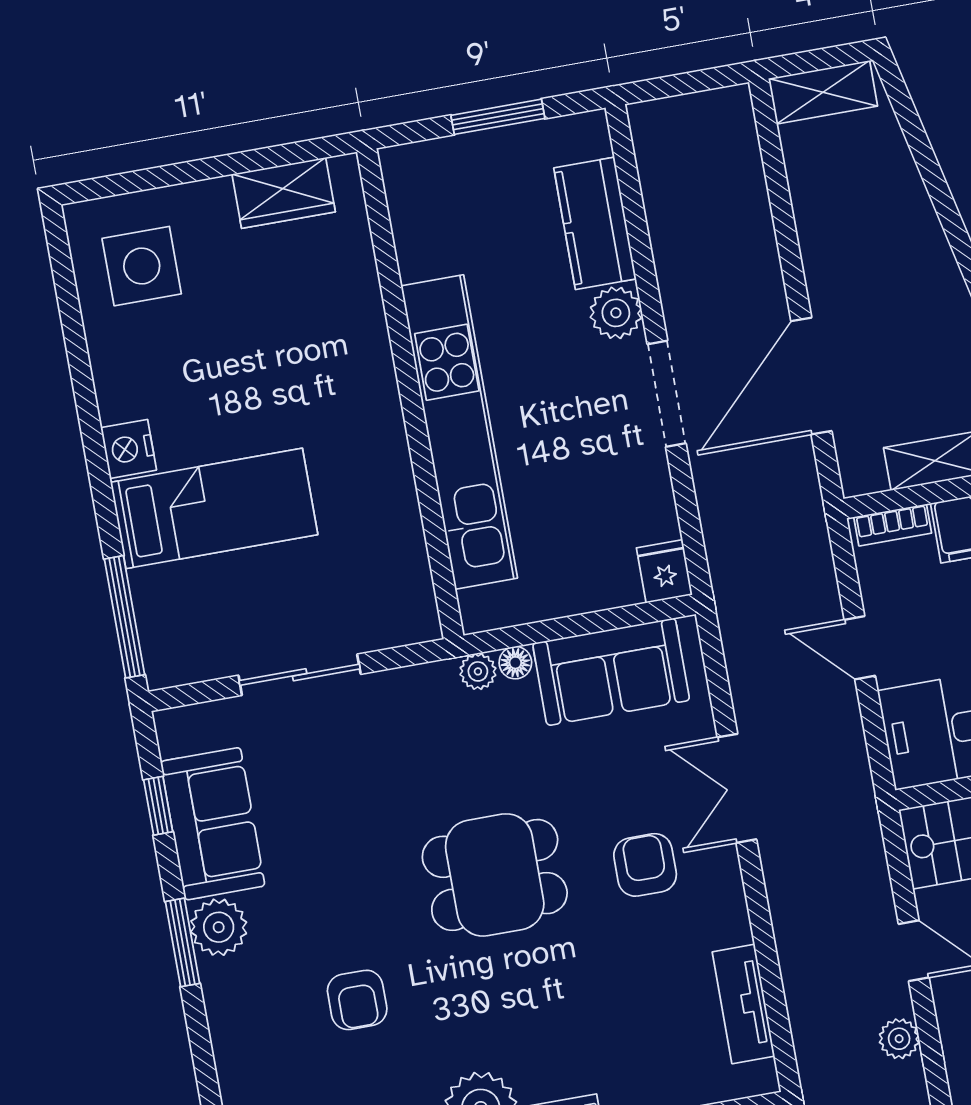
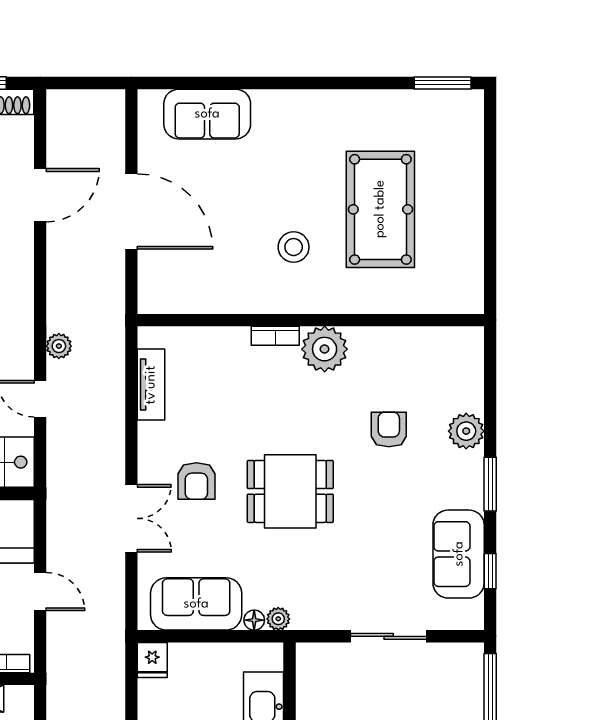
plant: (219, 927) -> (466, 431), moved

